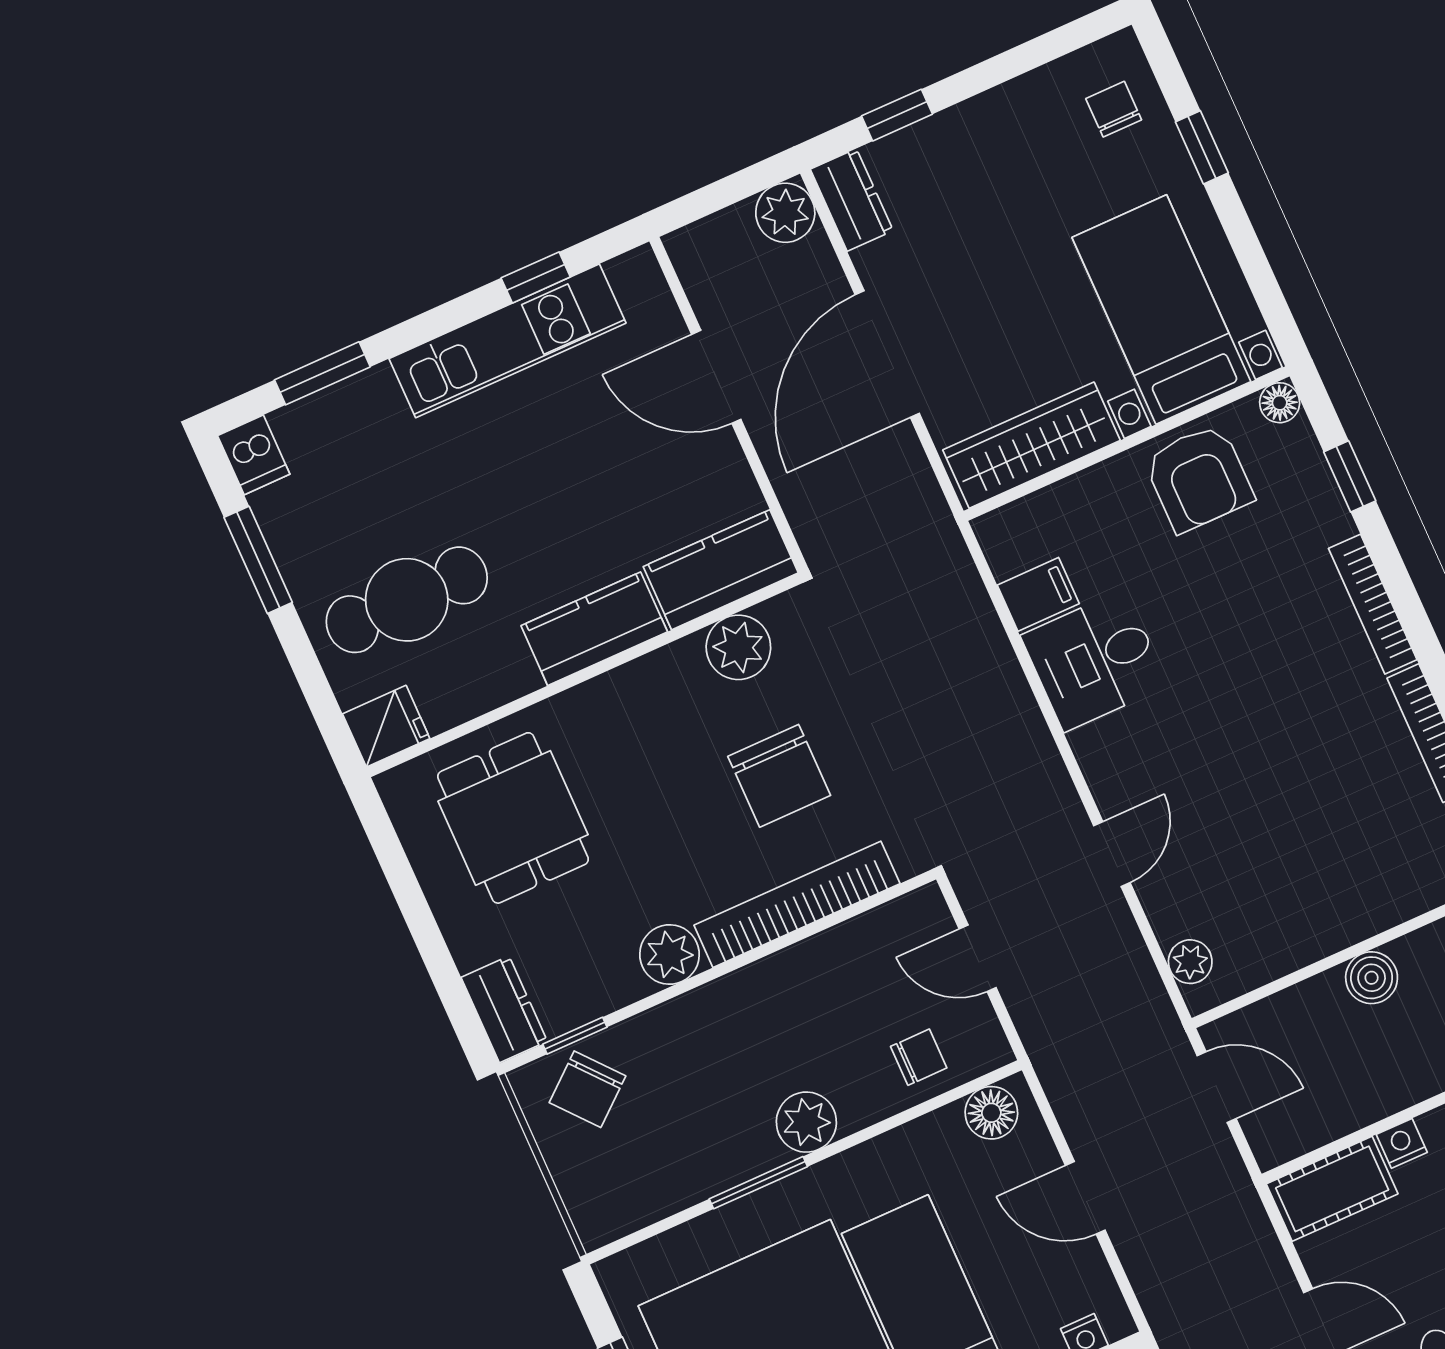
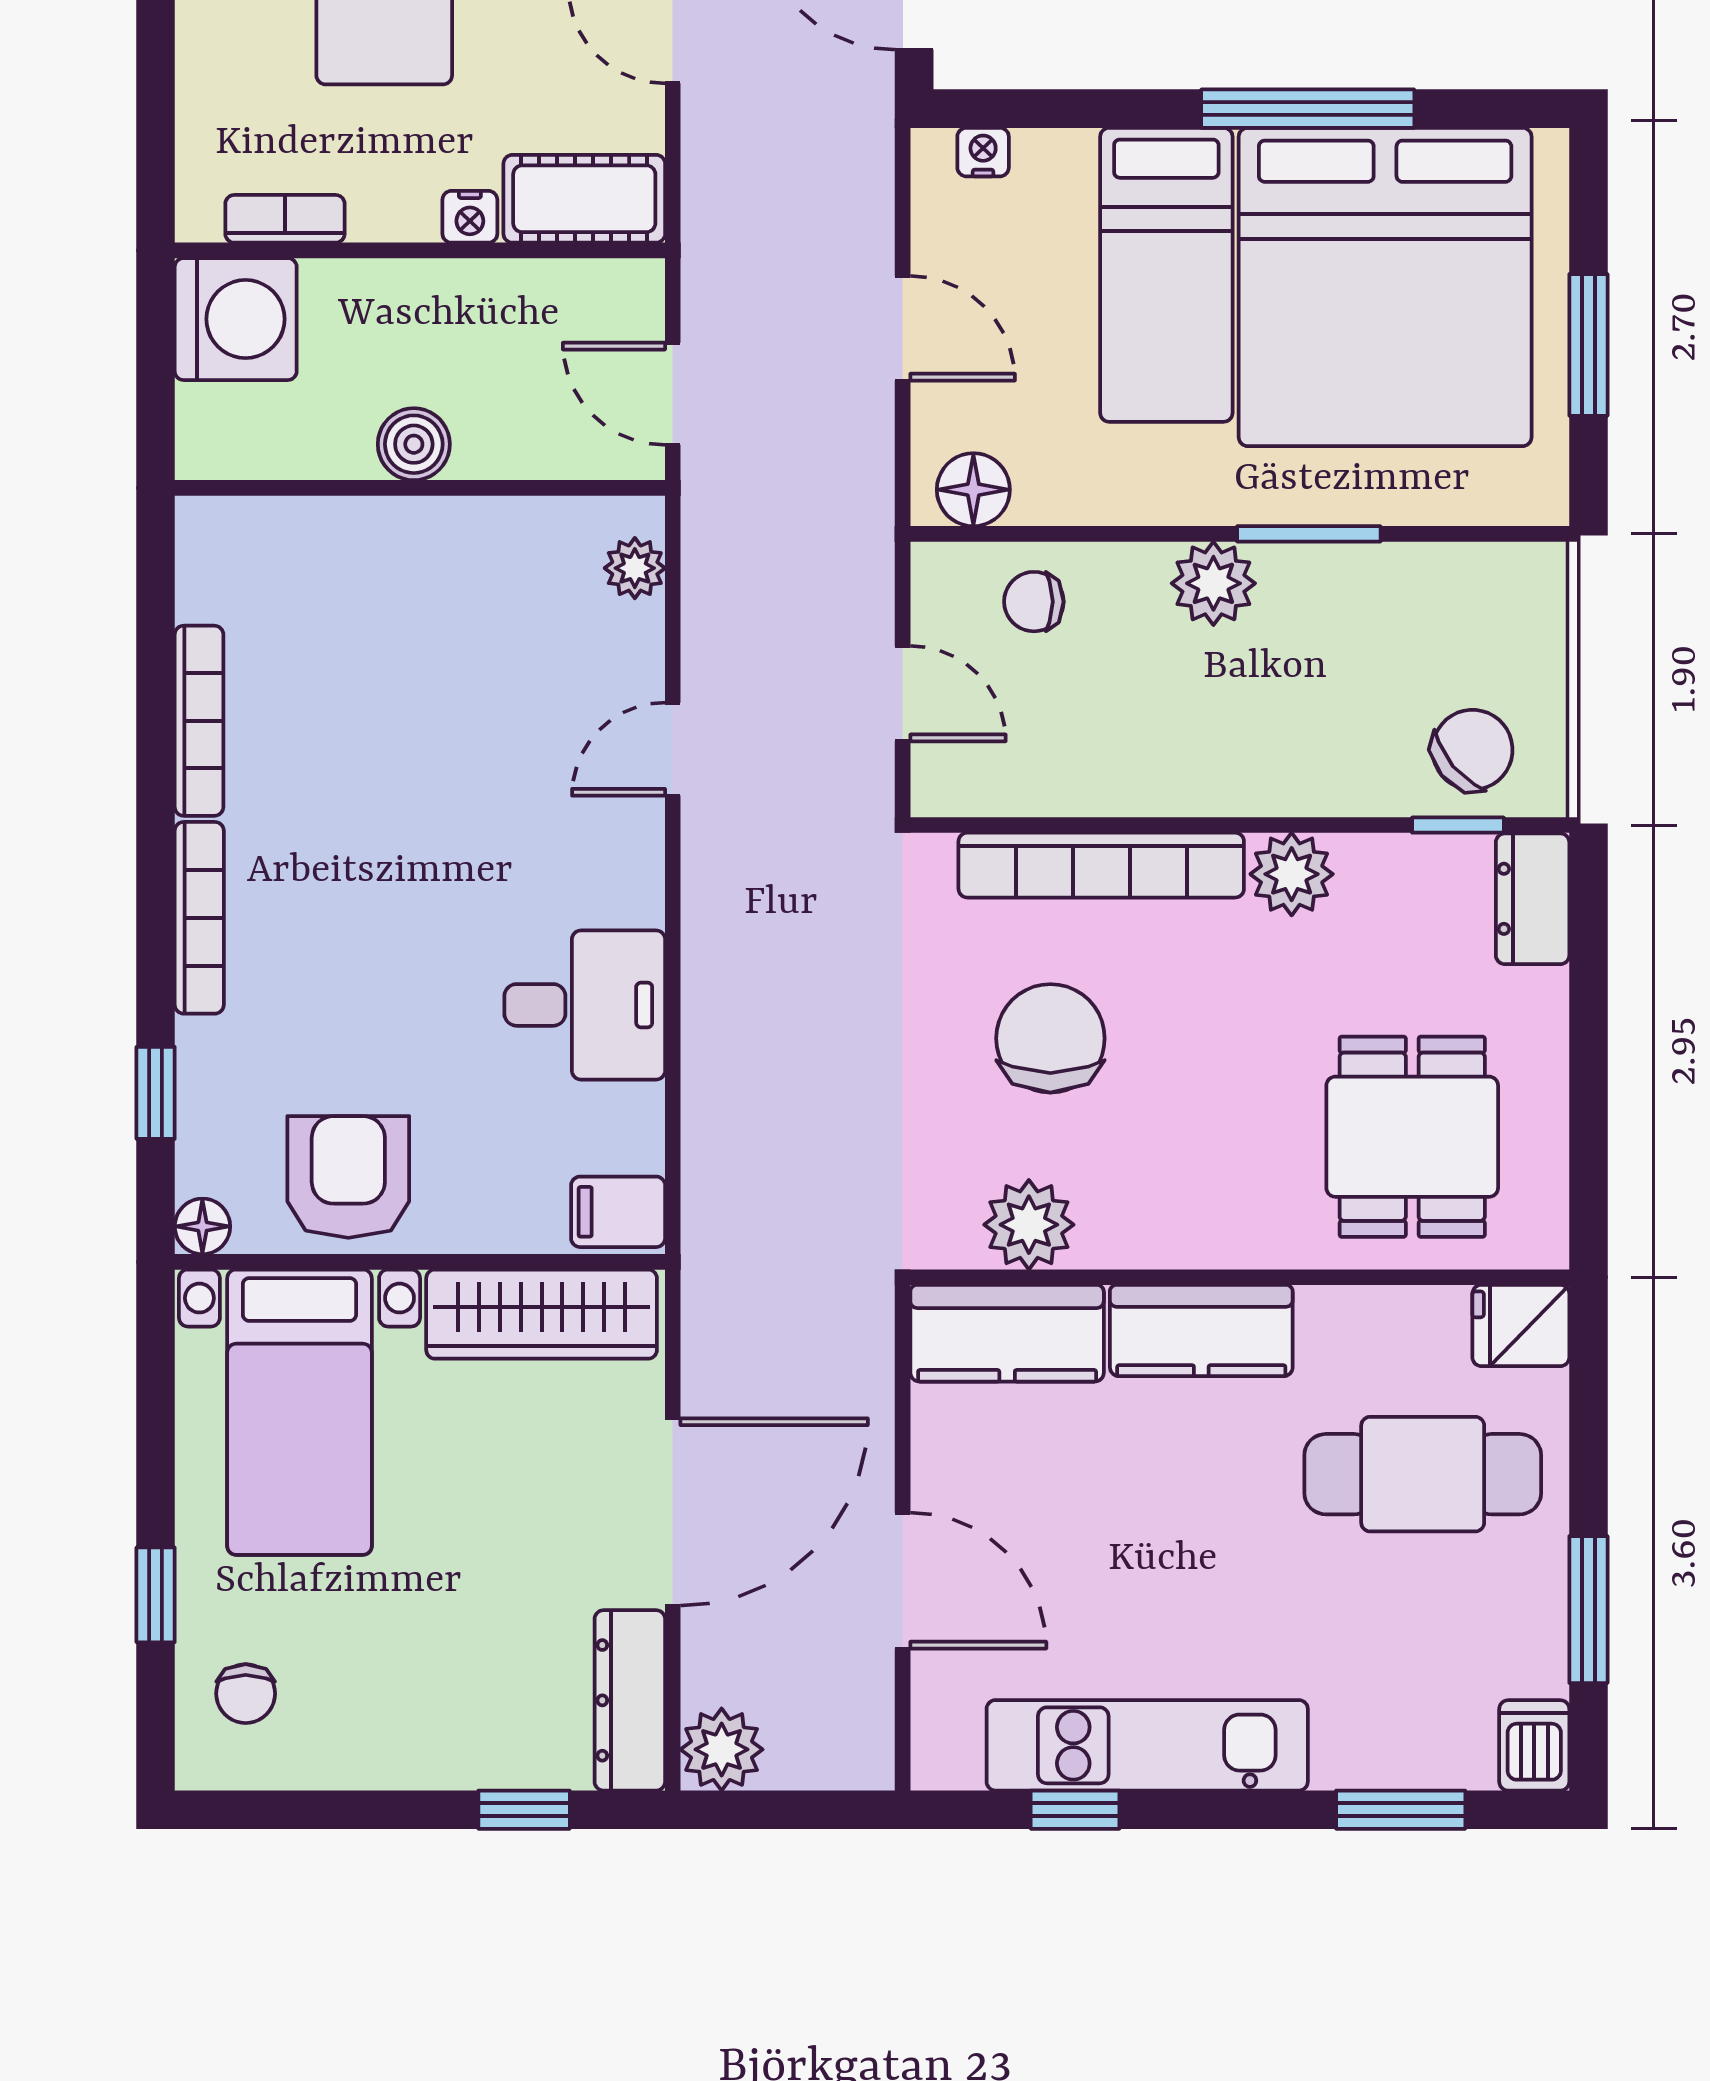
dresser: (852, 200) -> (630, 1700), width x1.44
filing cabinet: (1038, 594) -> (618, 1212), moved

